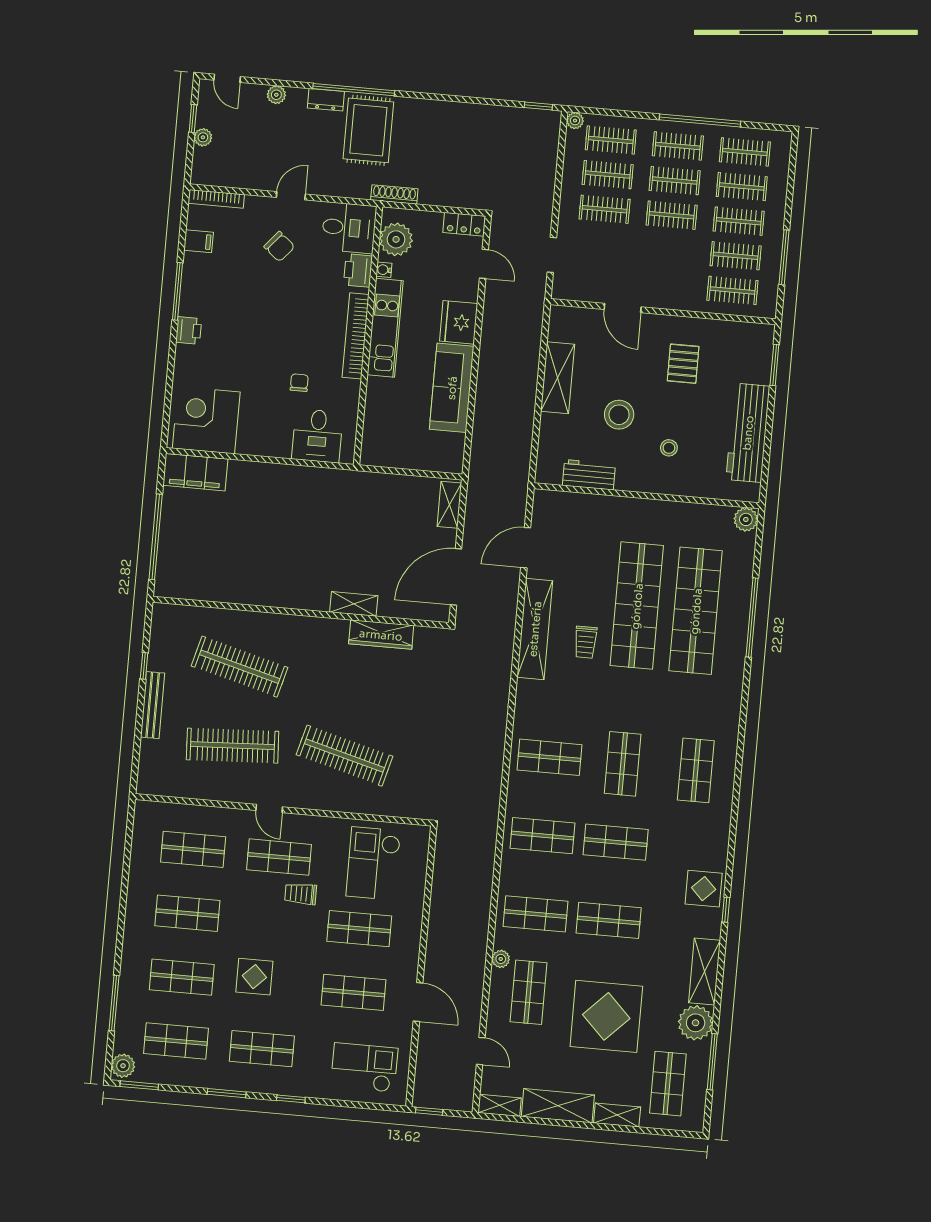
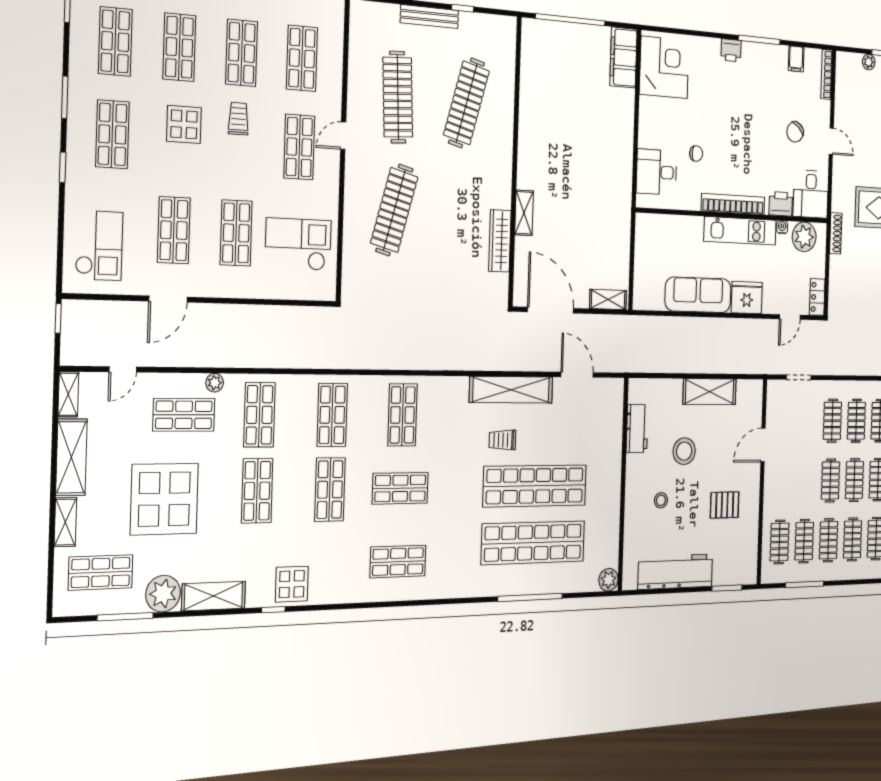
trolley: (301, 894) -> (238, 119), moved

